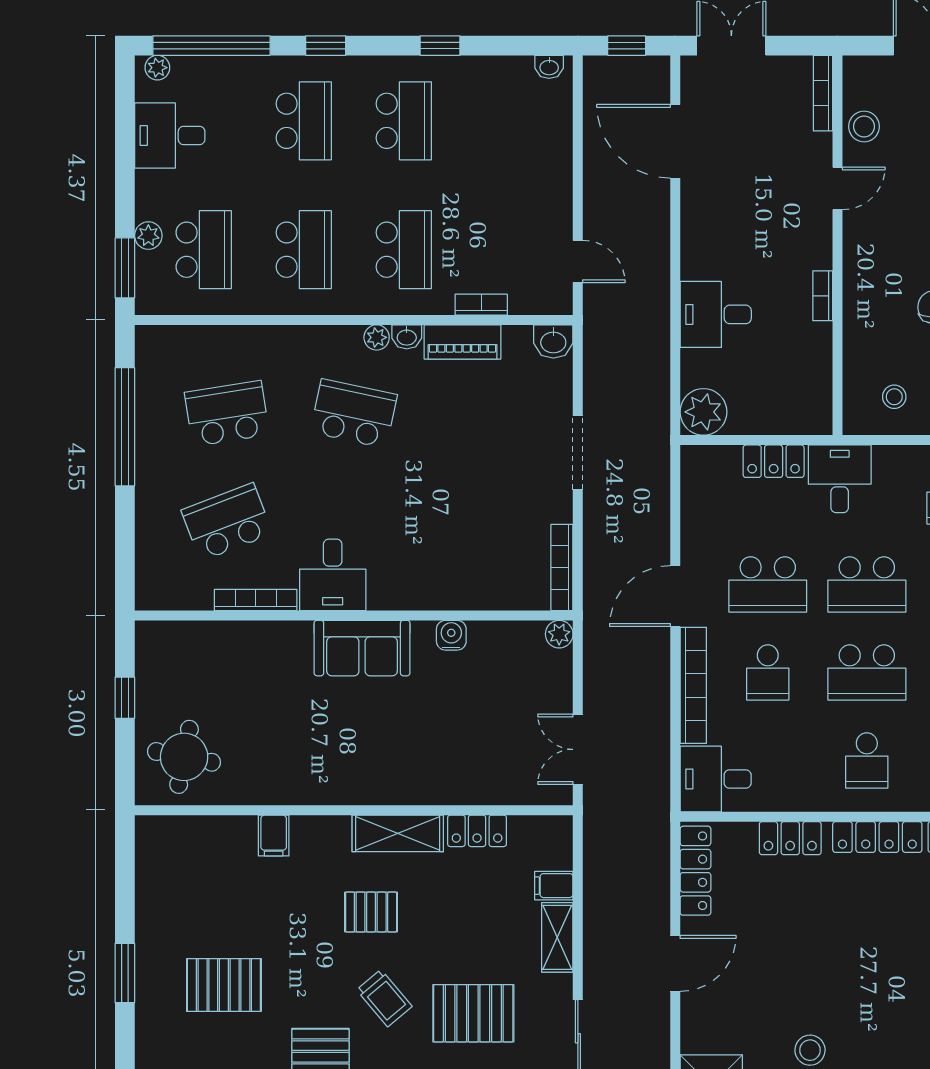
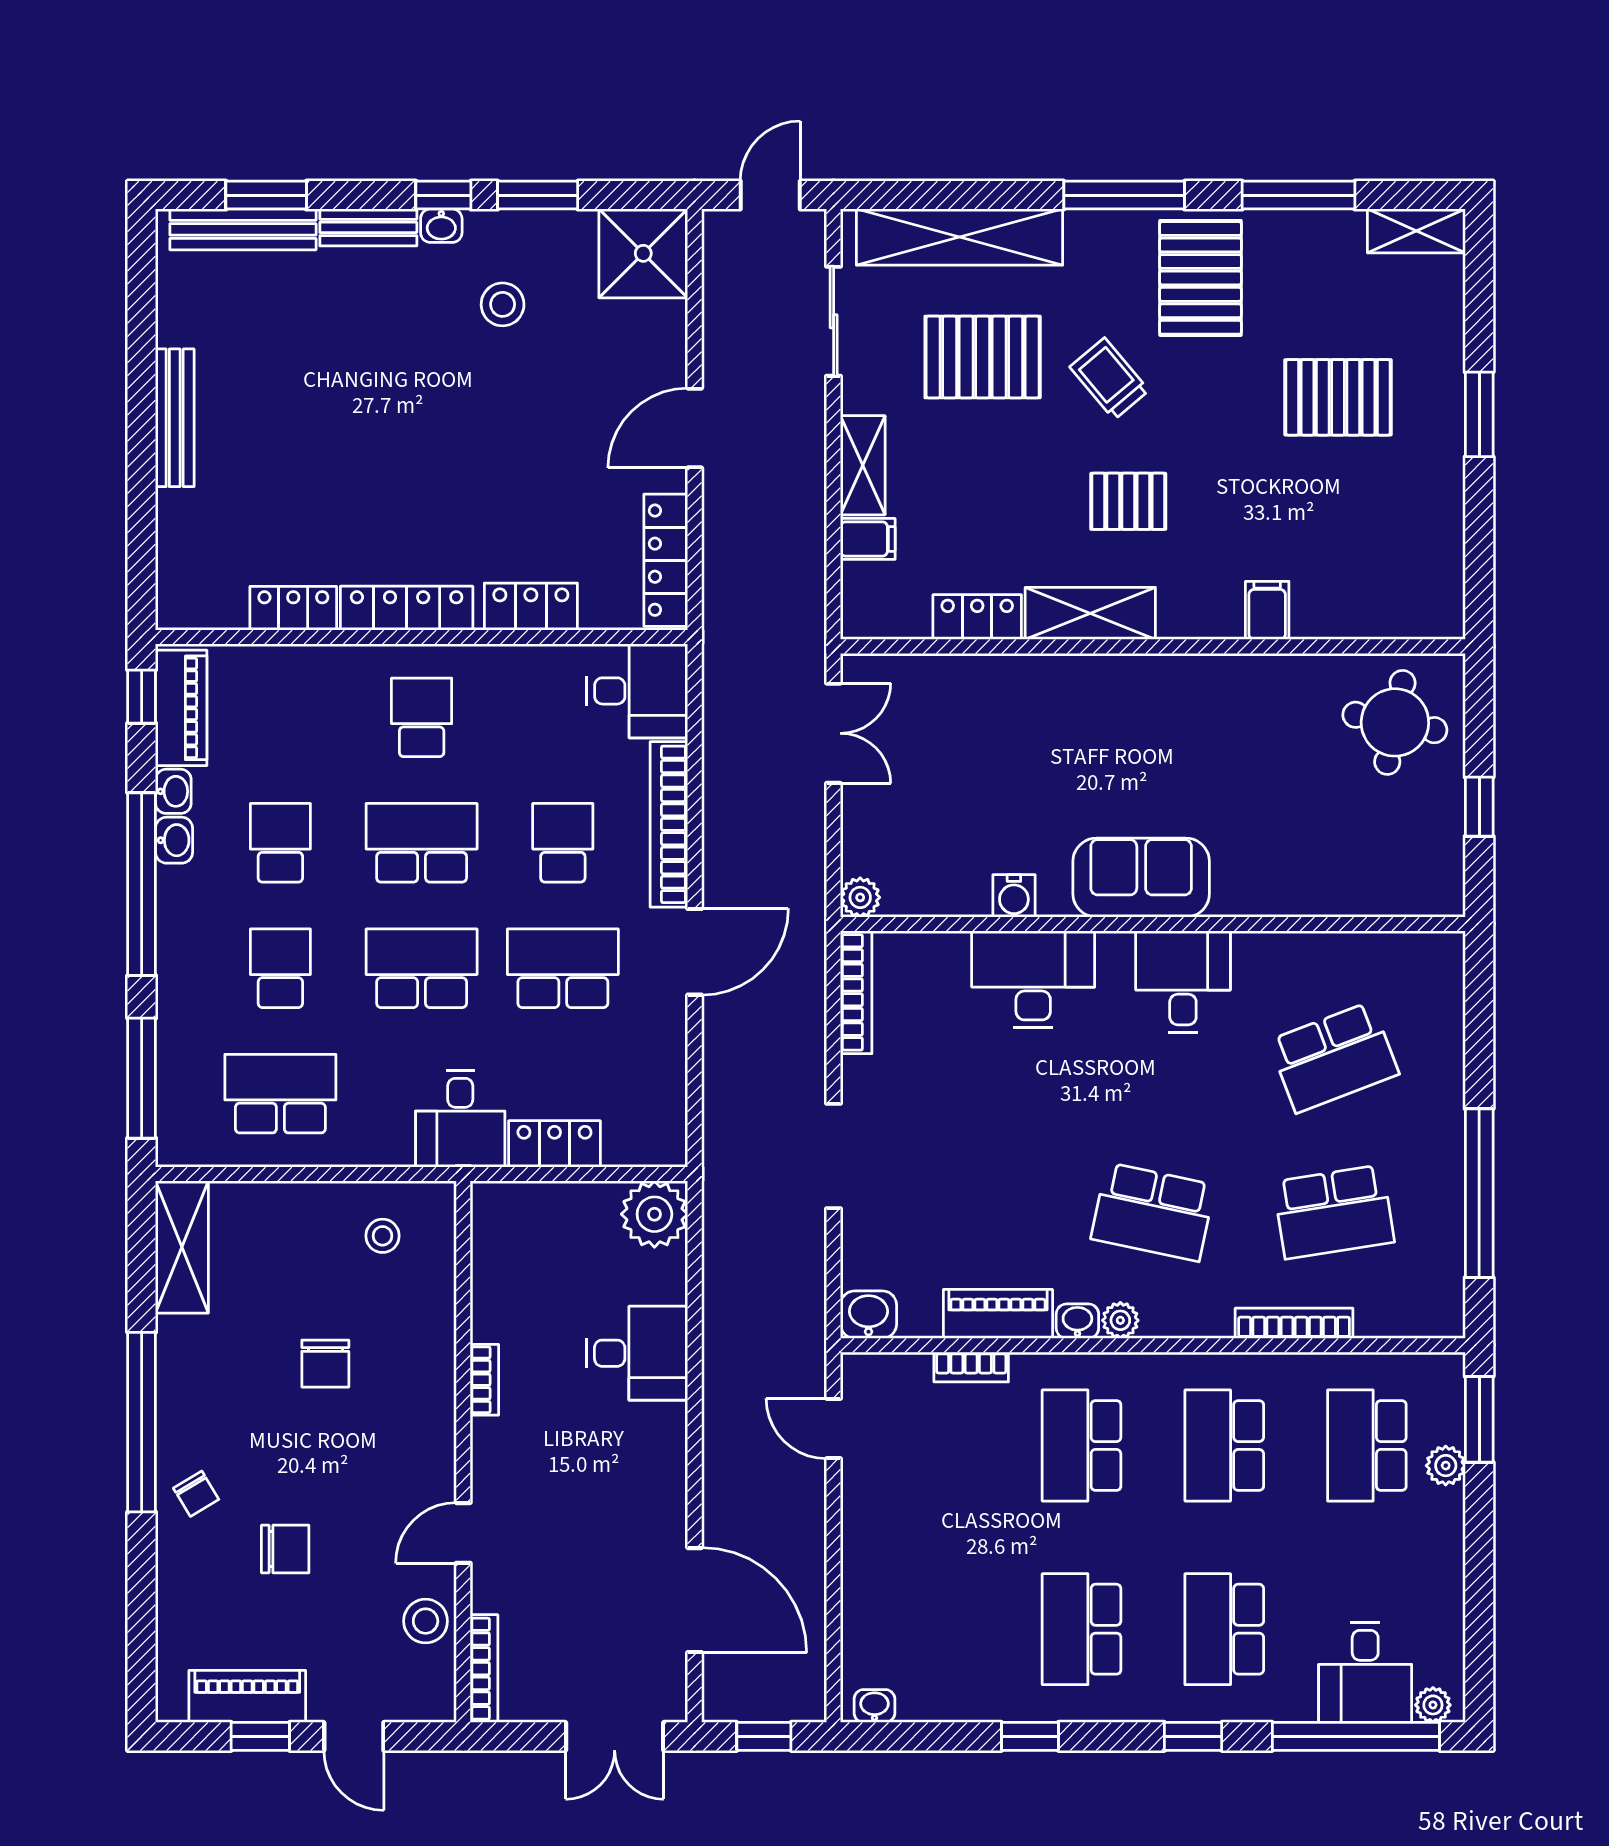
desk: (170, 135) -> (1365, 1672), moved, turned 90
desk: (438, 577) -> (1033, 979), added
bookcase: (256, 600) -> (1294, 1323), moved, turned 180

